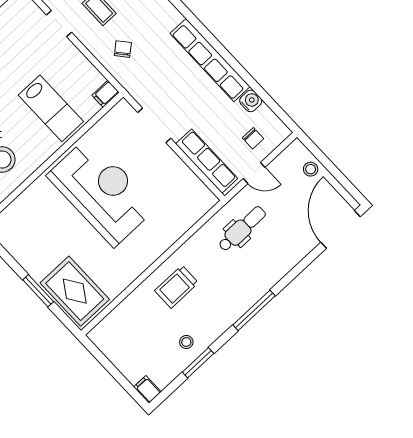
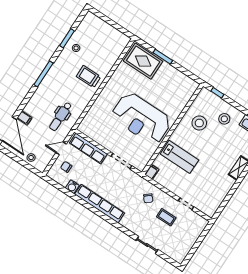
lab bench: (51, 108) -> (179, 157), turned 180
trolley: (176, 287) -> (89, 77), turned -90
filing cabinet: (147, 389) -> (24, 118), moved

